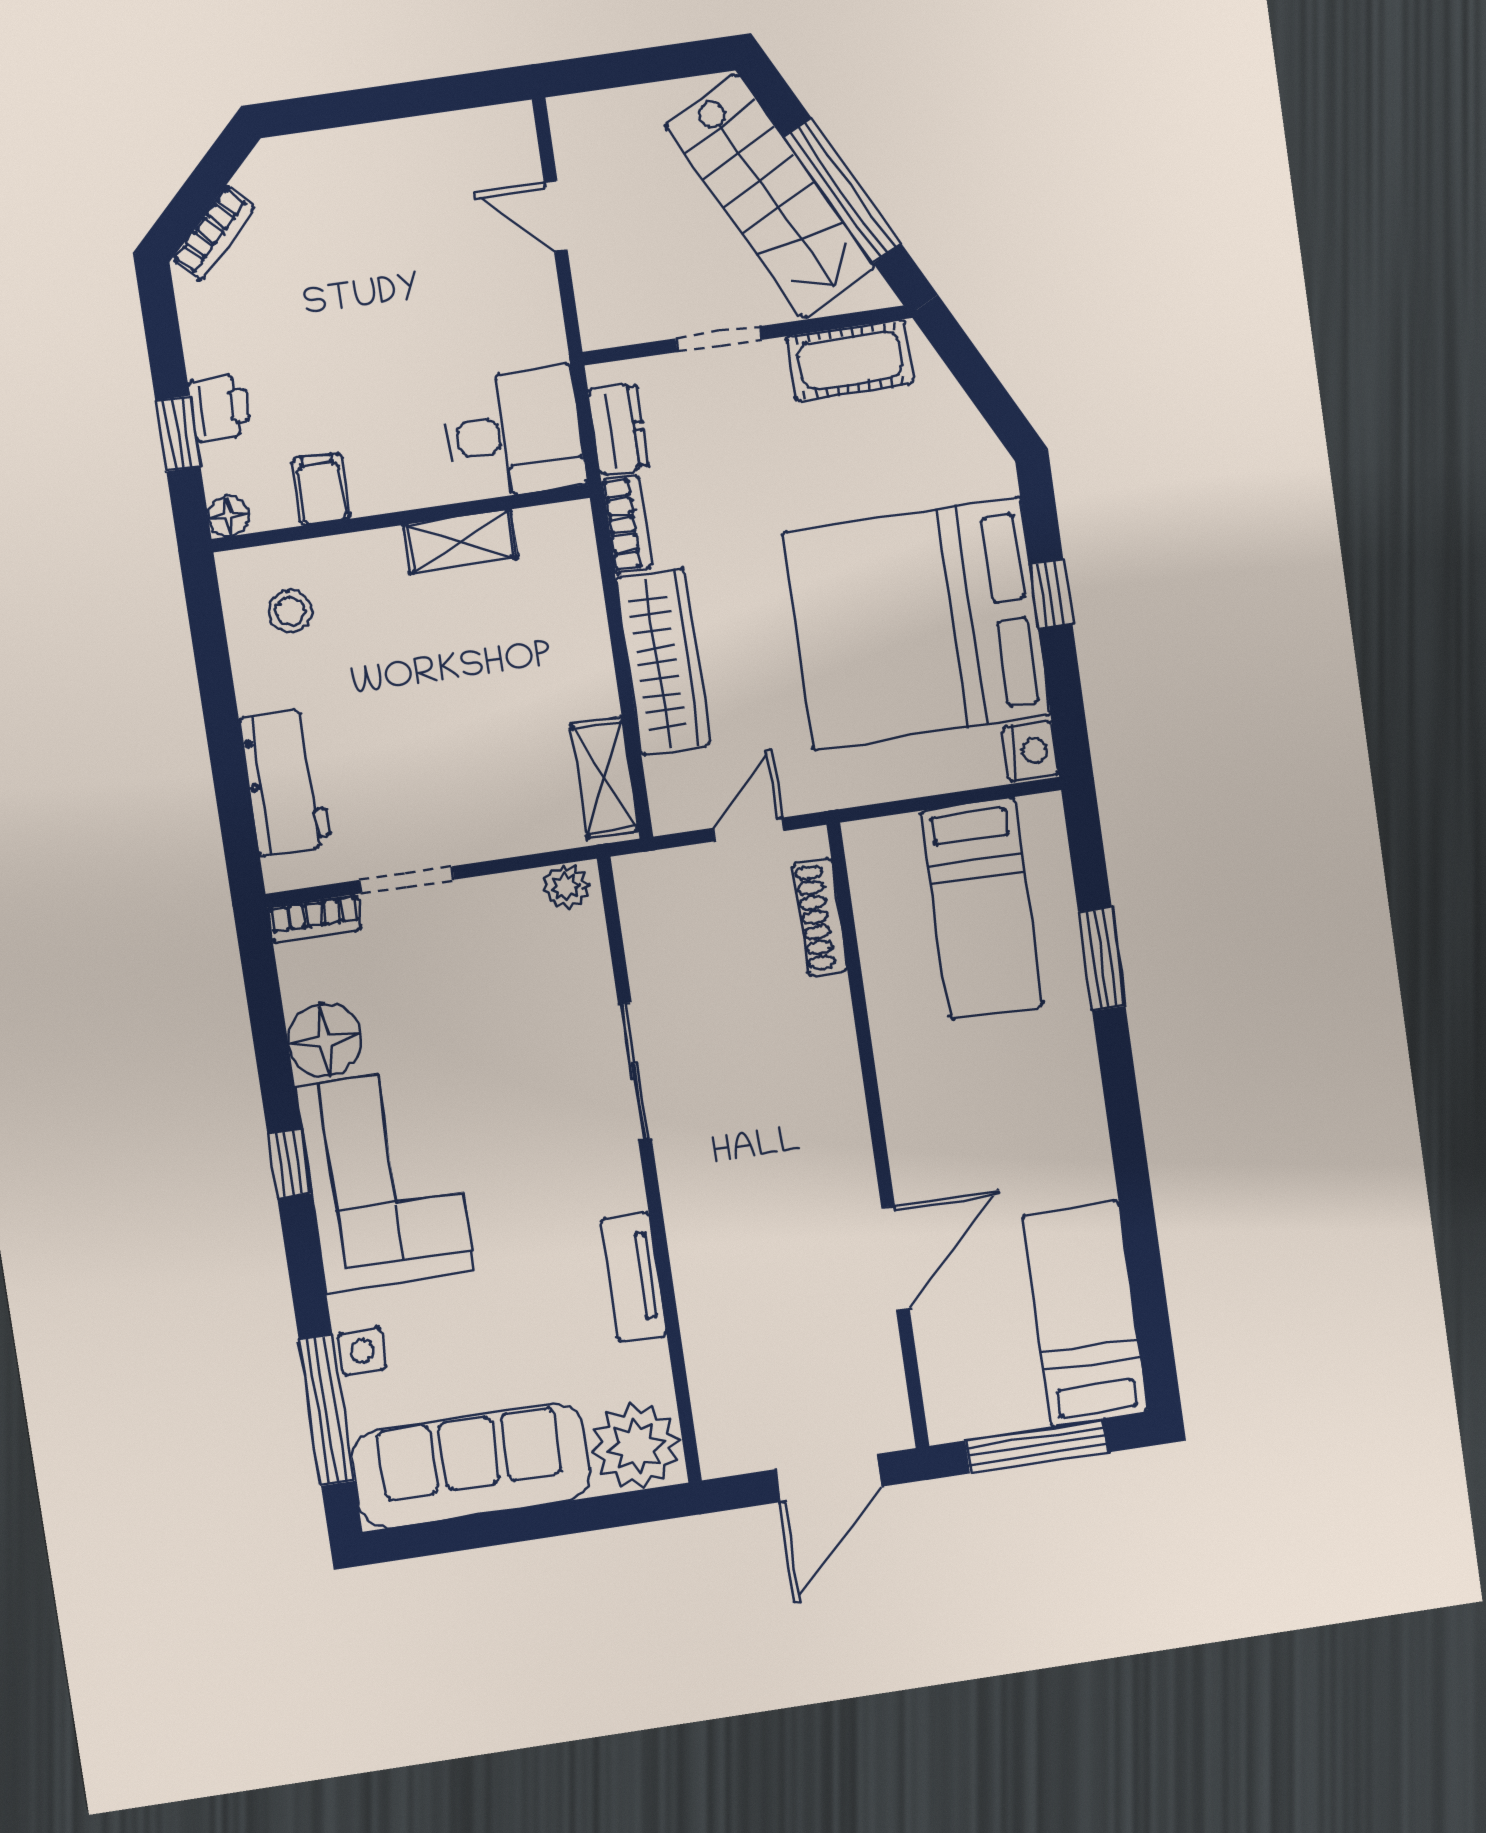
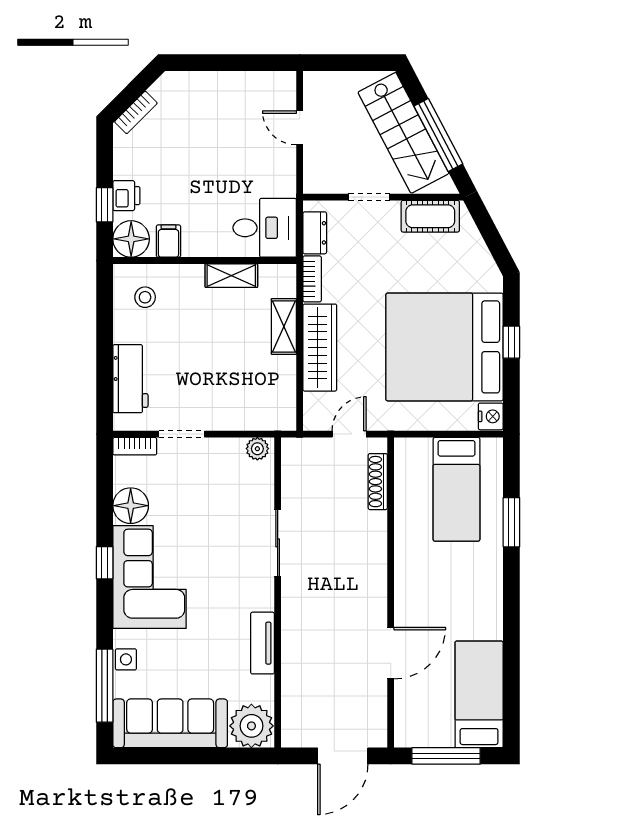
floor lamp: (228, 516) -> (131, 239), width x1.89, depth x1.89
shelving: (605, 778) -> (284, 326), moved

